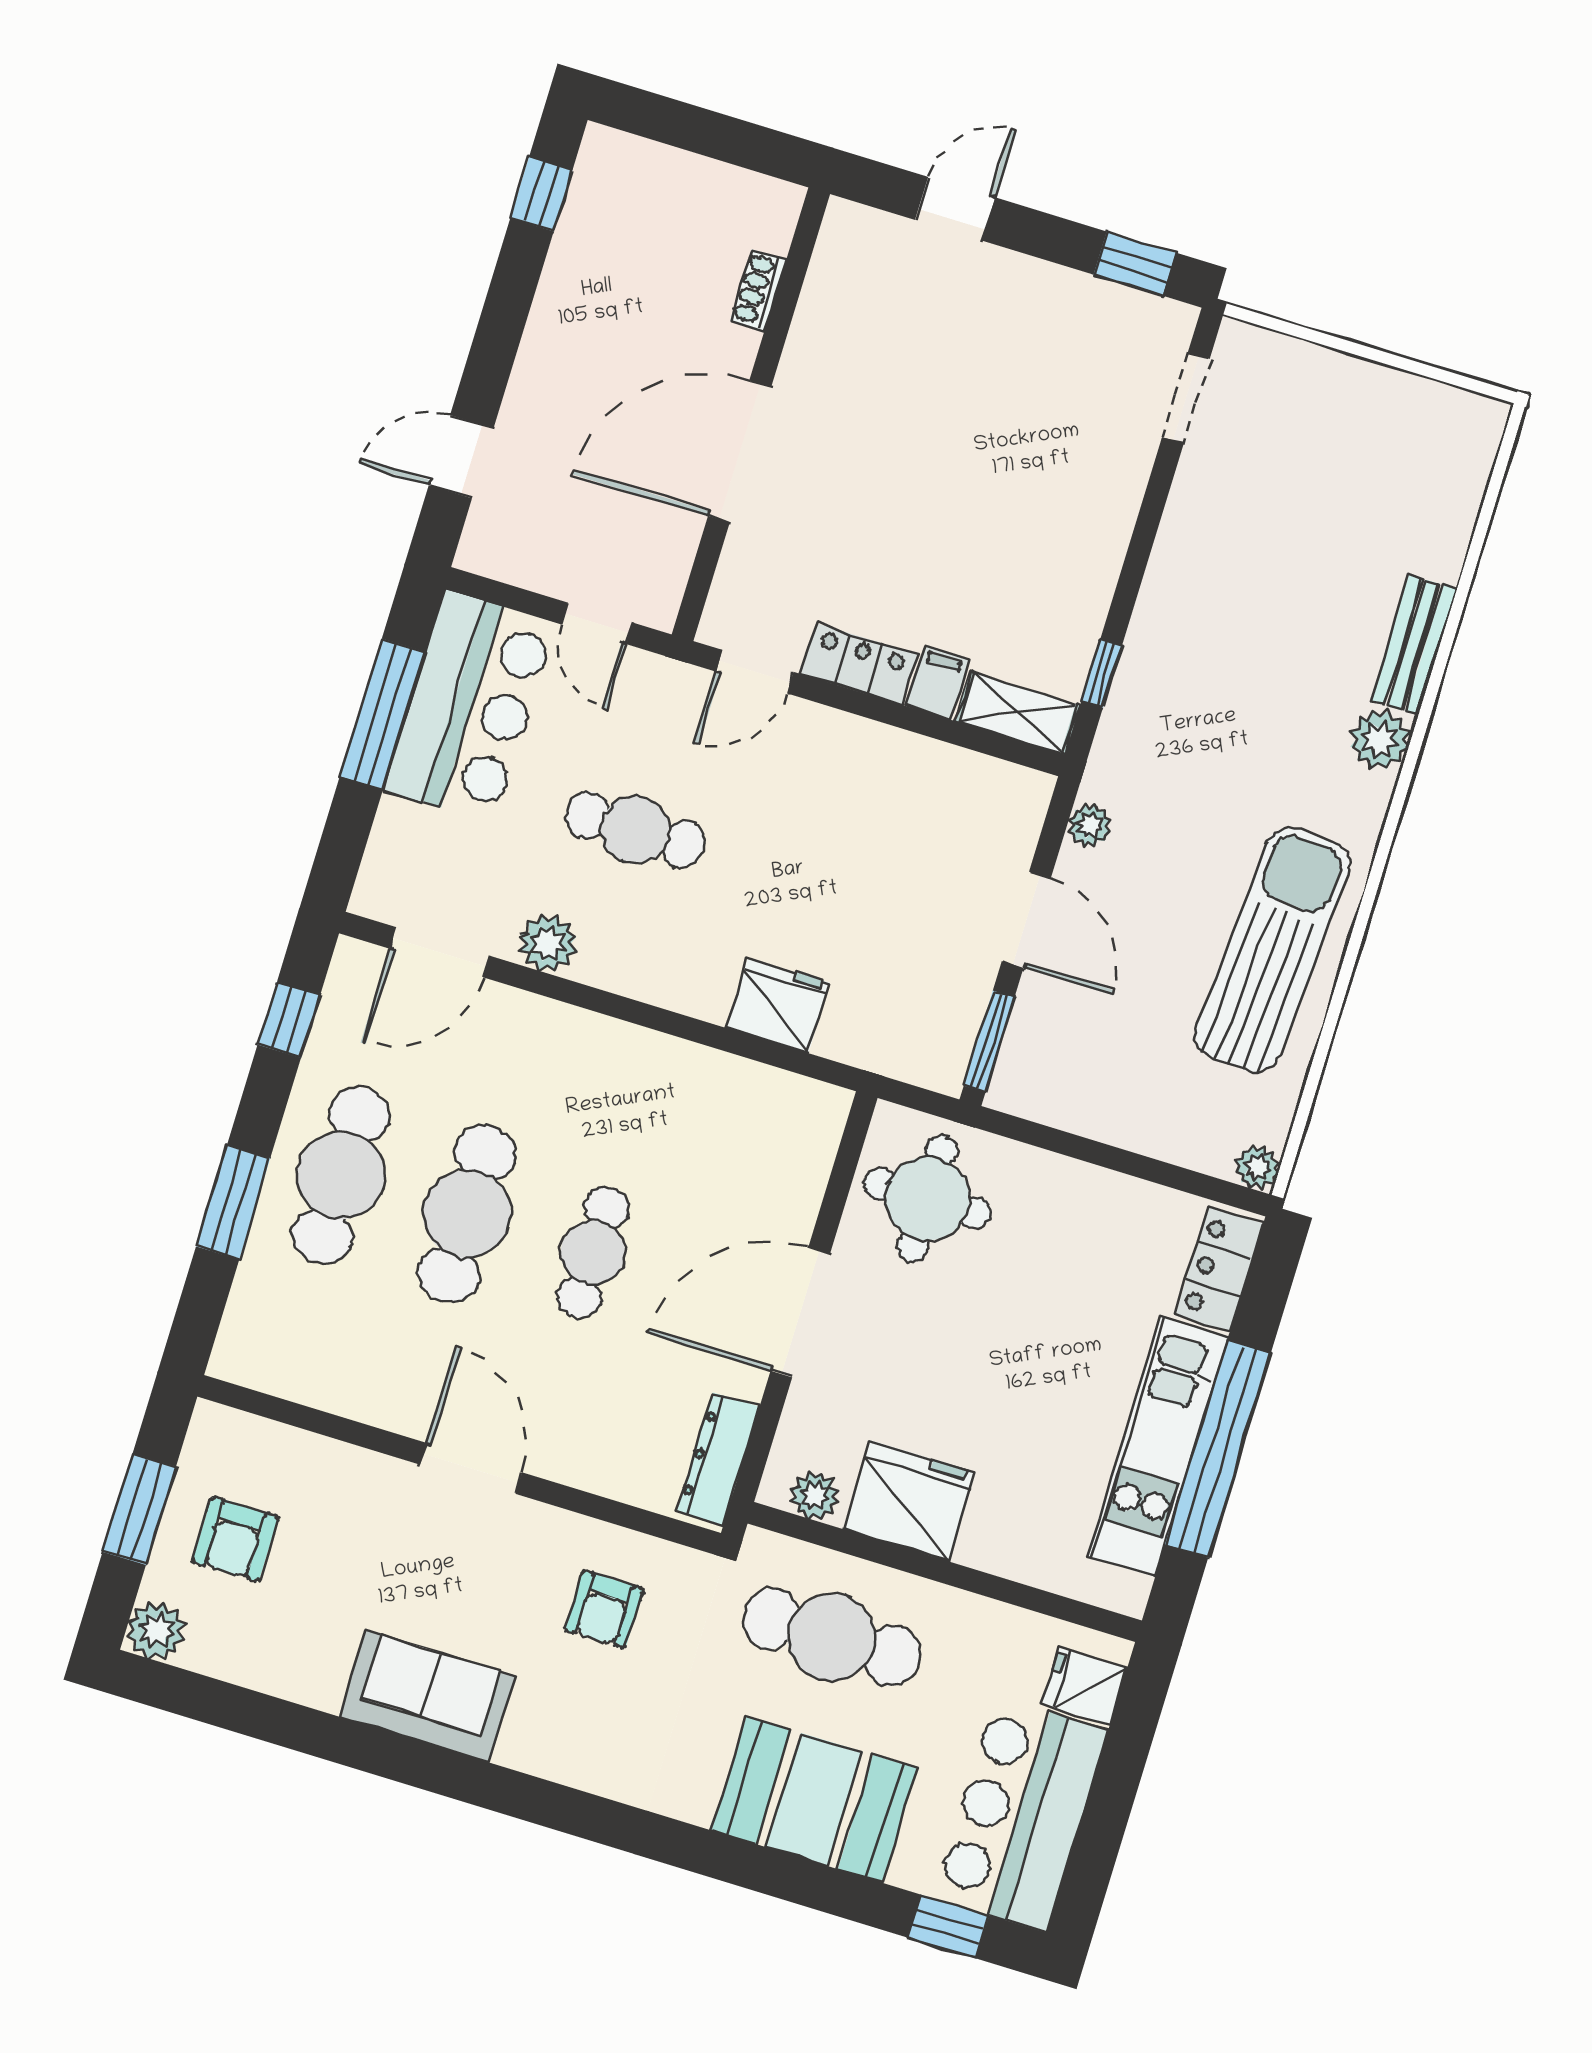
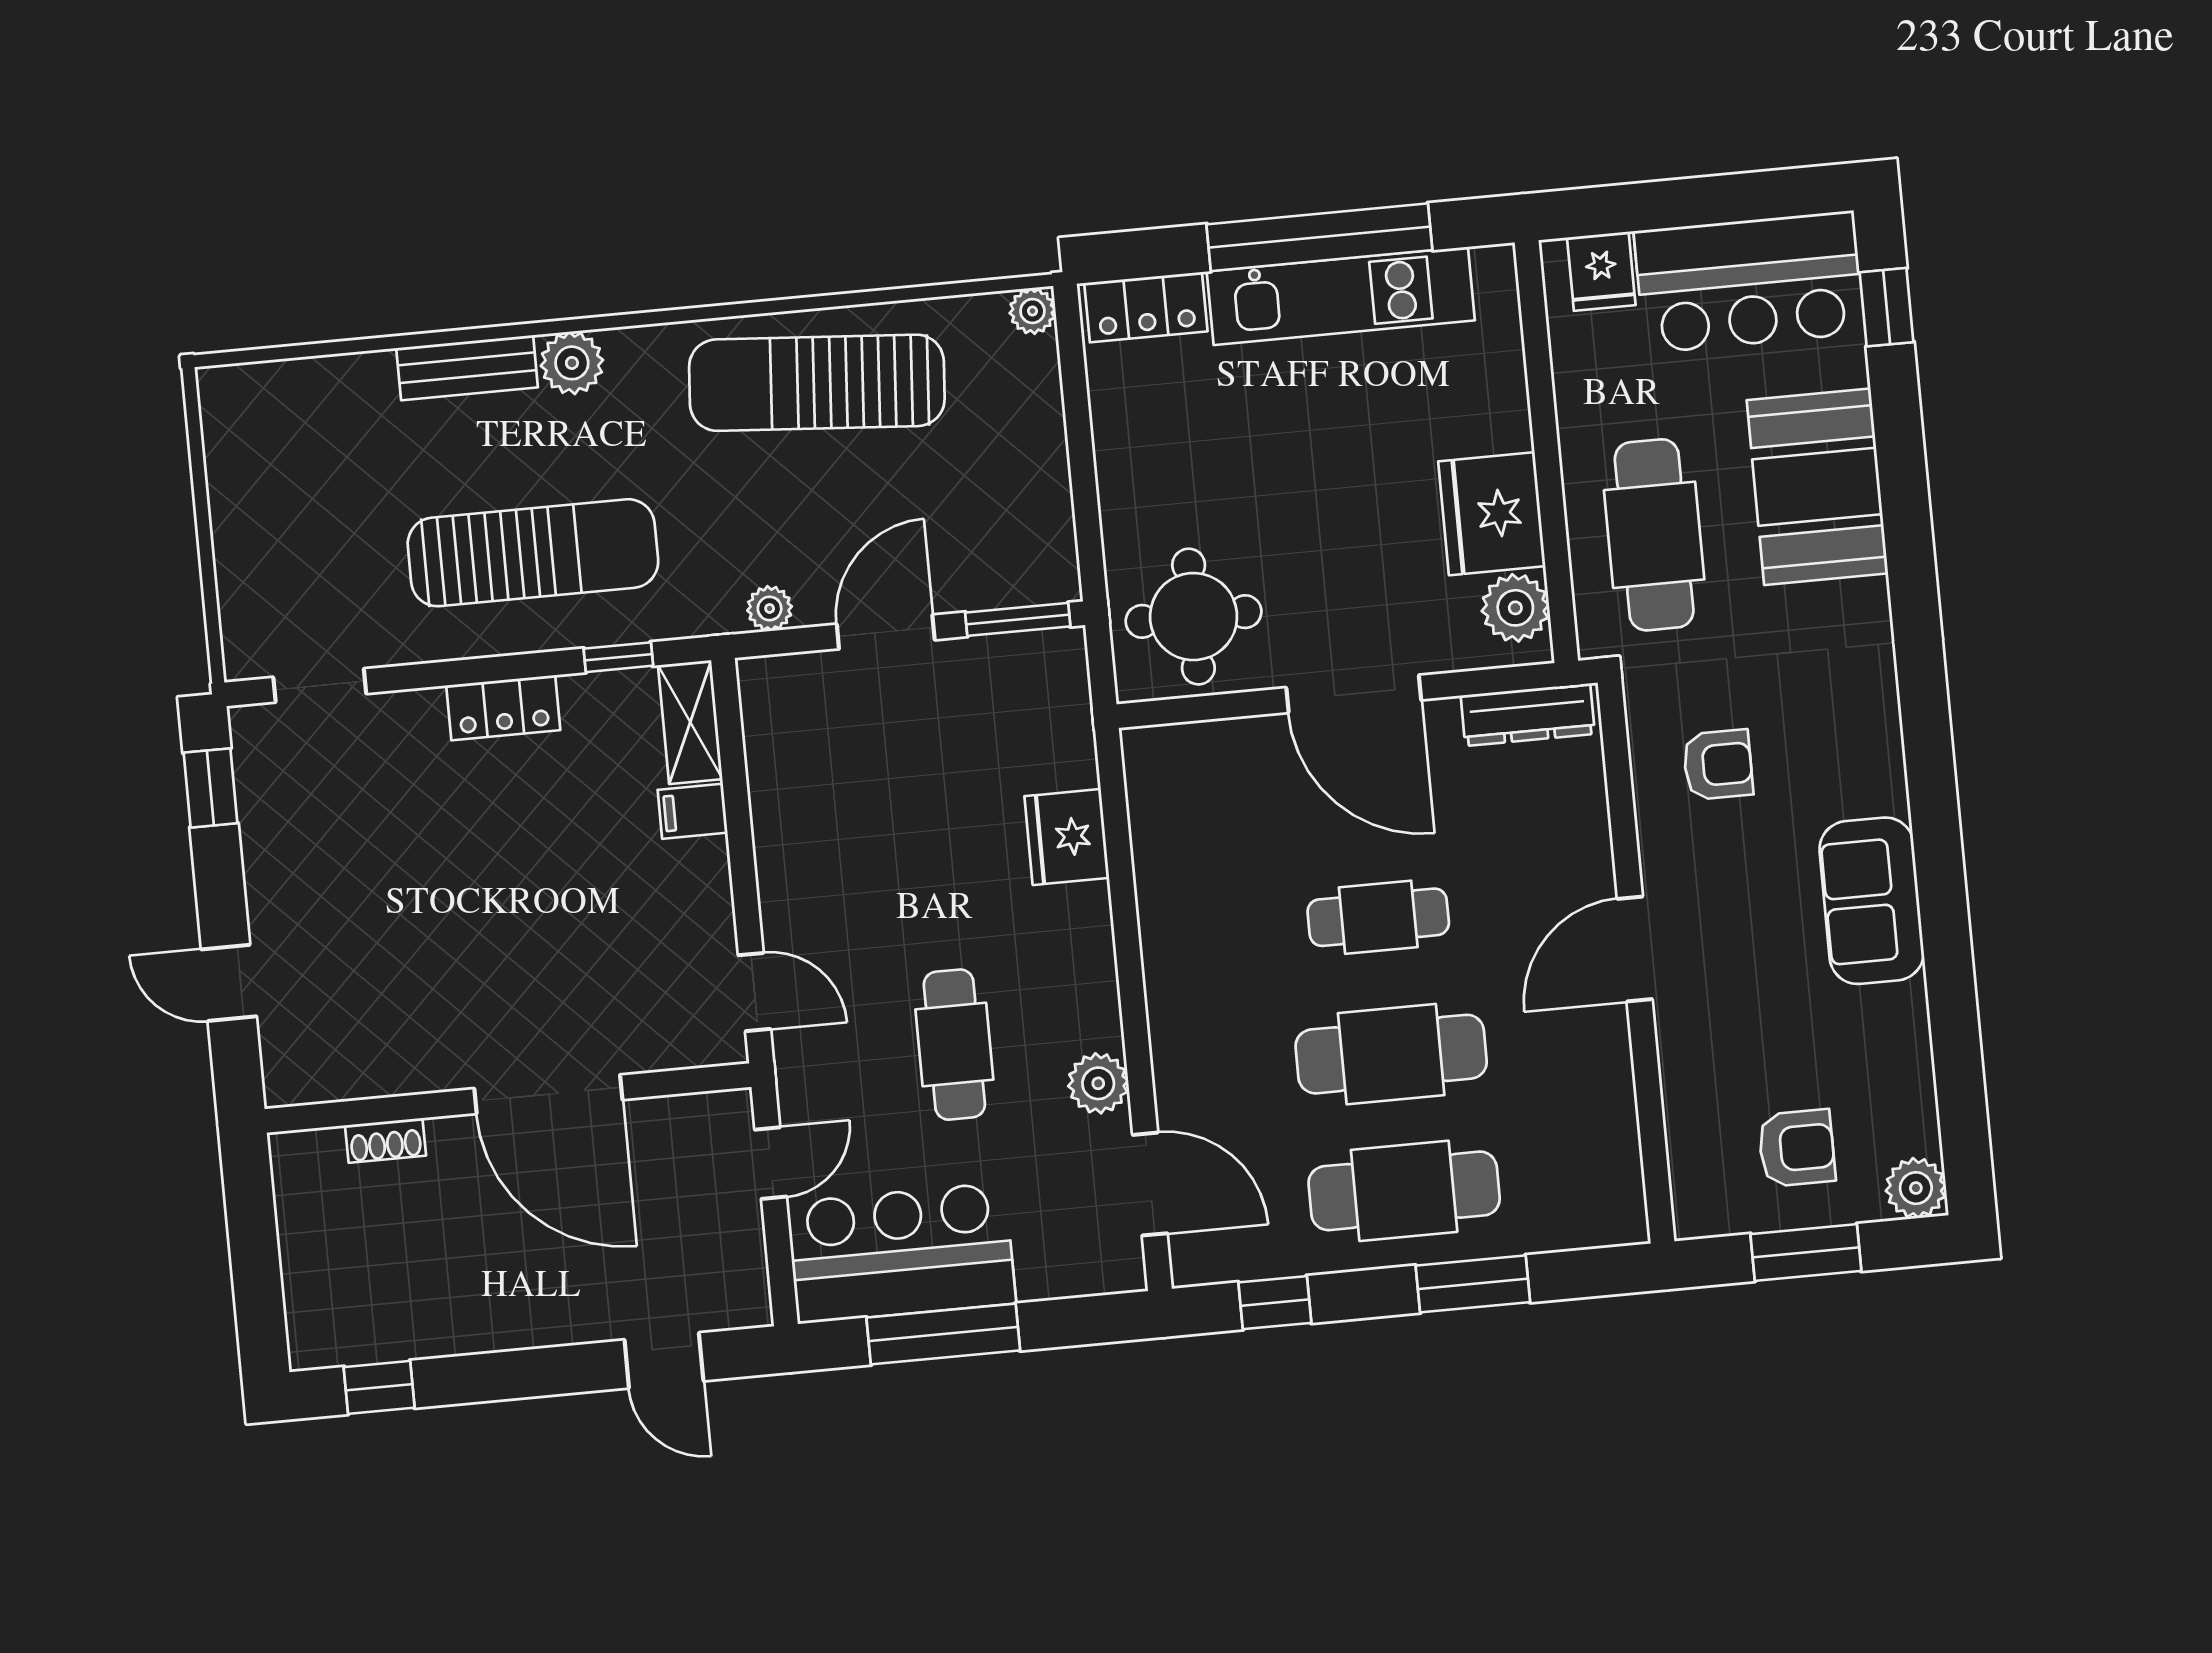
sun lounger: (1226, 636) -> (533, 553), added
locker: (859, 664) -> (503, 708), moved, turned -90
plant: (815, 1496) -> (1515, 608), width x1.38, depth x1.38

